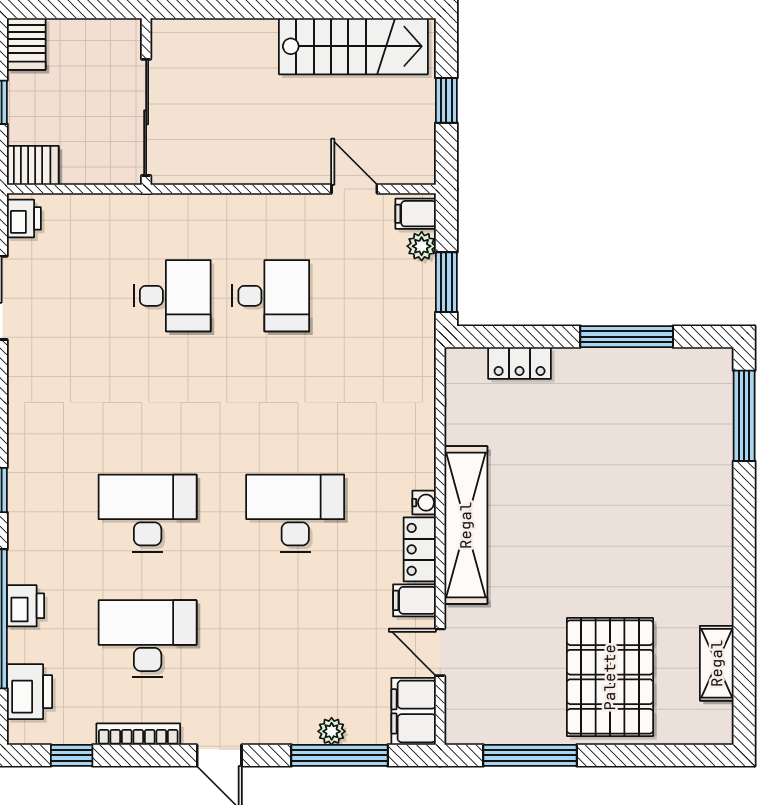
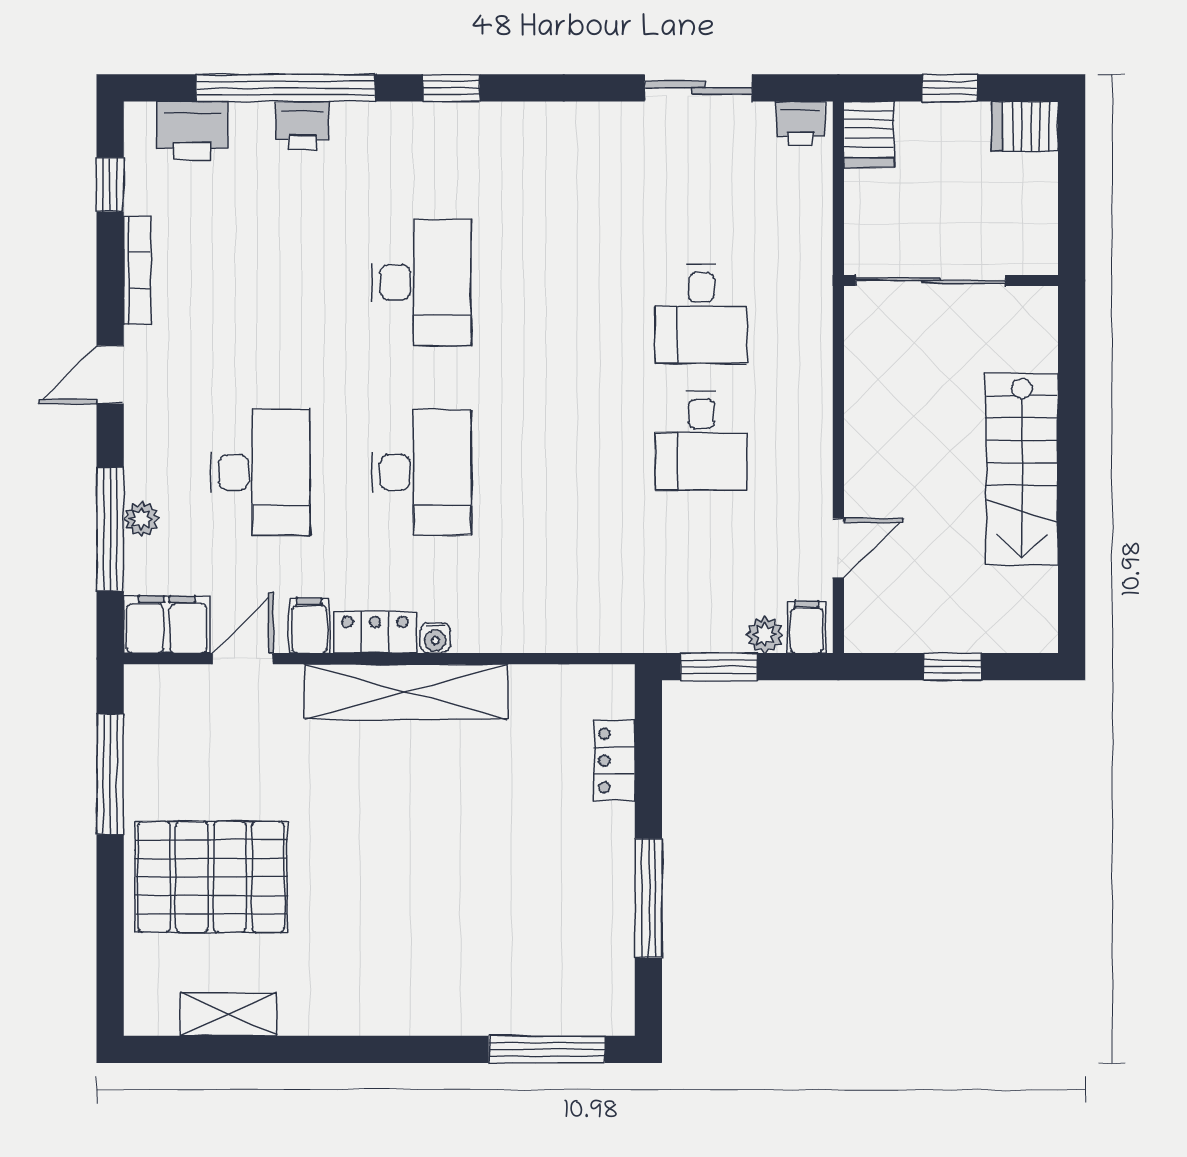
stairs: (353, 46) -> (1022, 469), moved
desk: (148, 639) -> (260, 472), moved

